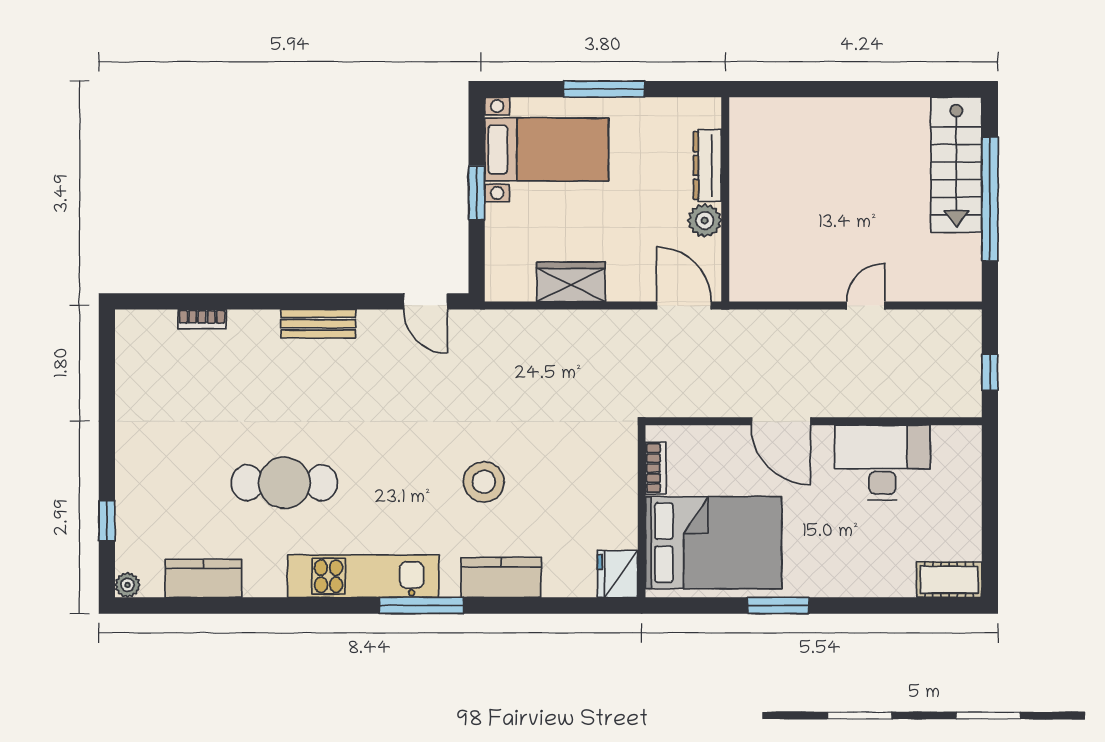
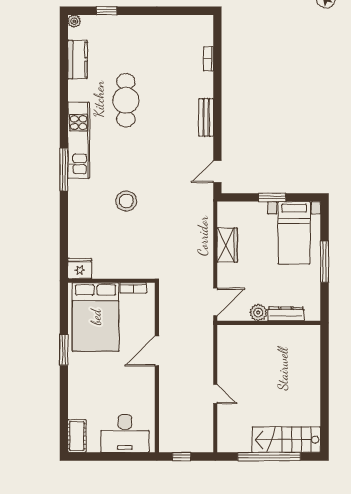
desk: (882, 463) -> (125, 434), moved, turned 90
kitchen counter: (501, 577) -> (78, 210), removed

